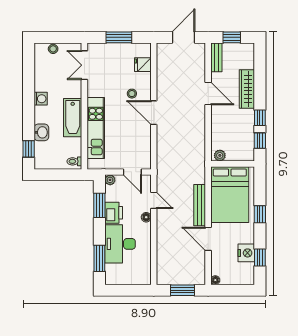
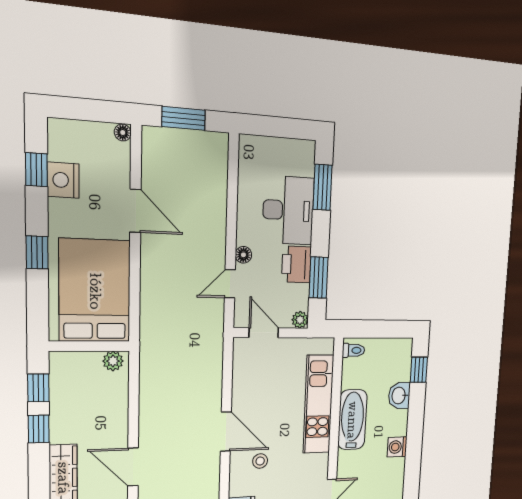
door: (154, 200) -> (230, 284), hinge flipped
bench: (200, 205) -> (150, 273), removed

